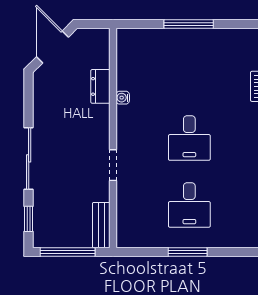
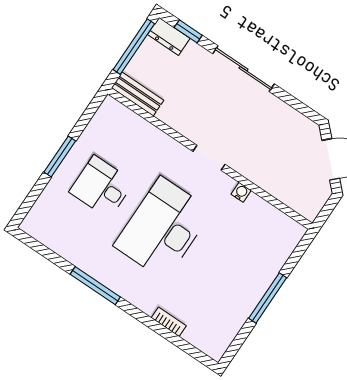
dresser: (100, 86) -> (169, 36), moved, turned 180
desk: (189, 138) -> (163, 228), width x1.87, depth x1.30
doorway: (113, 165) -> (209, 158), moved

